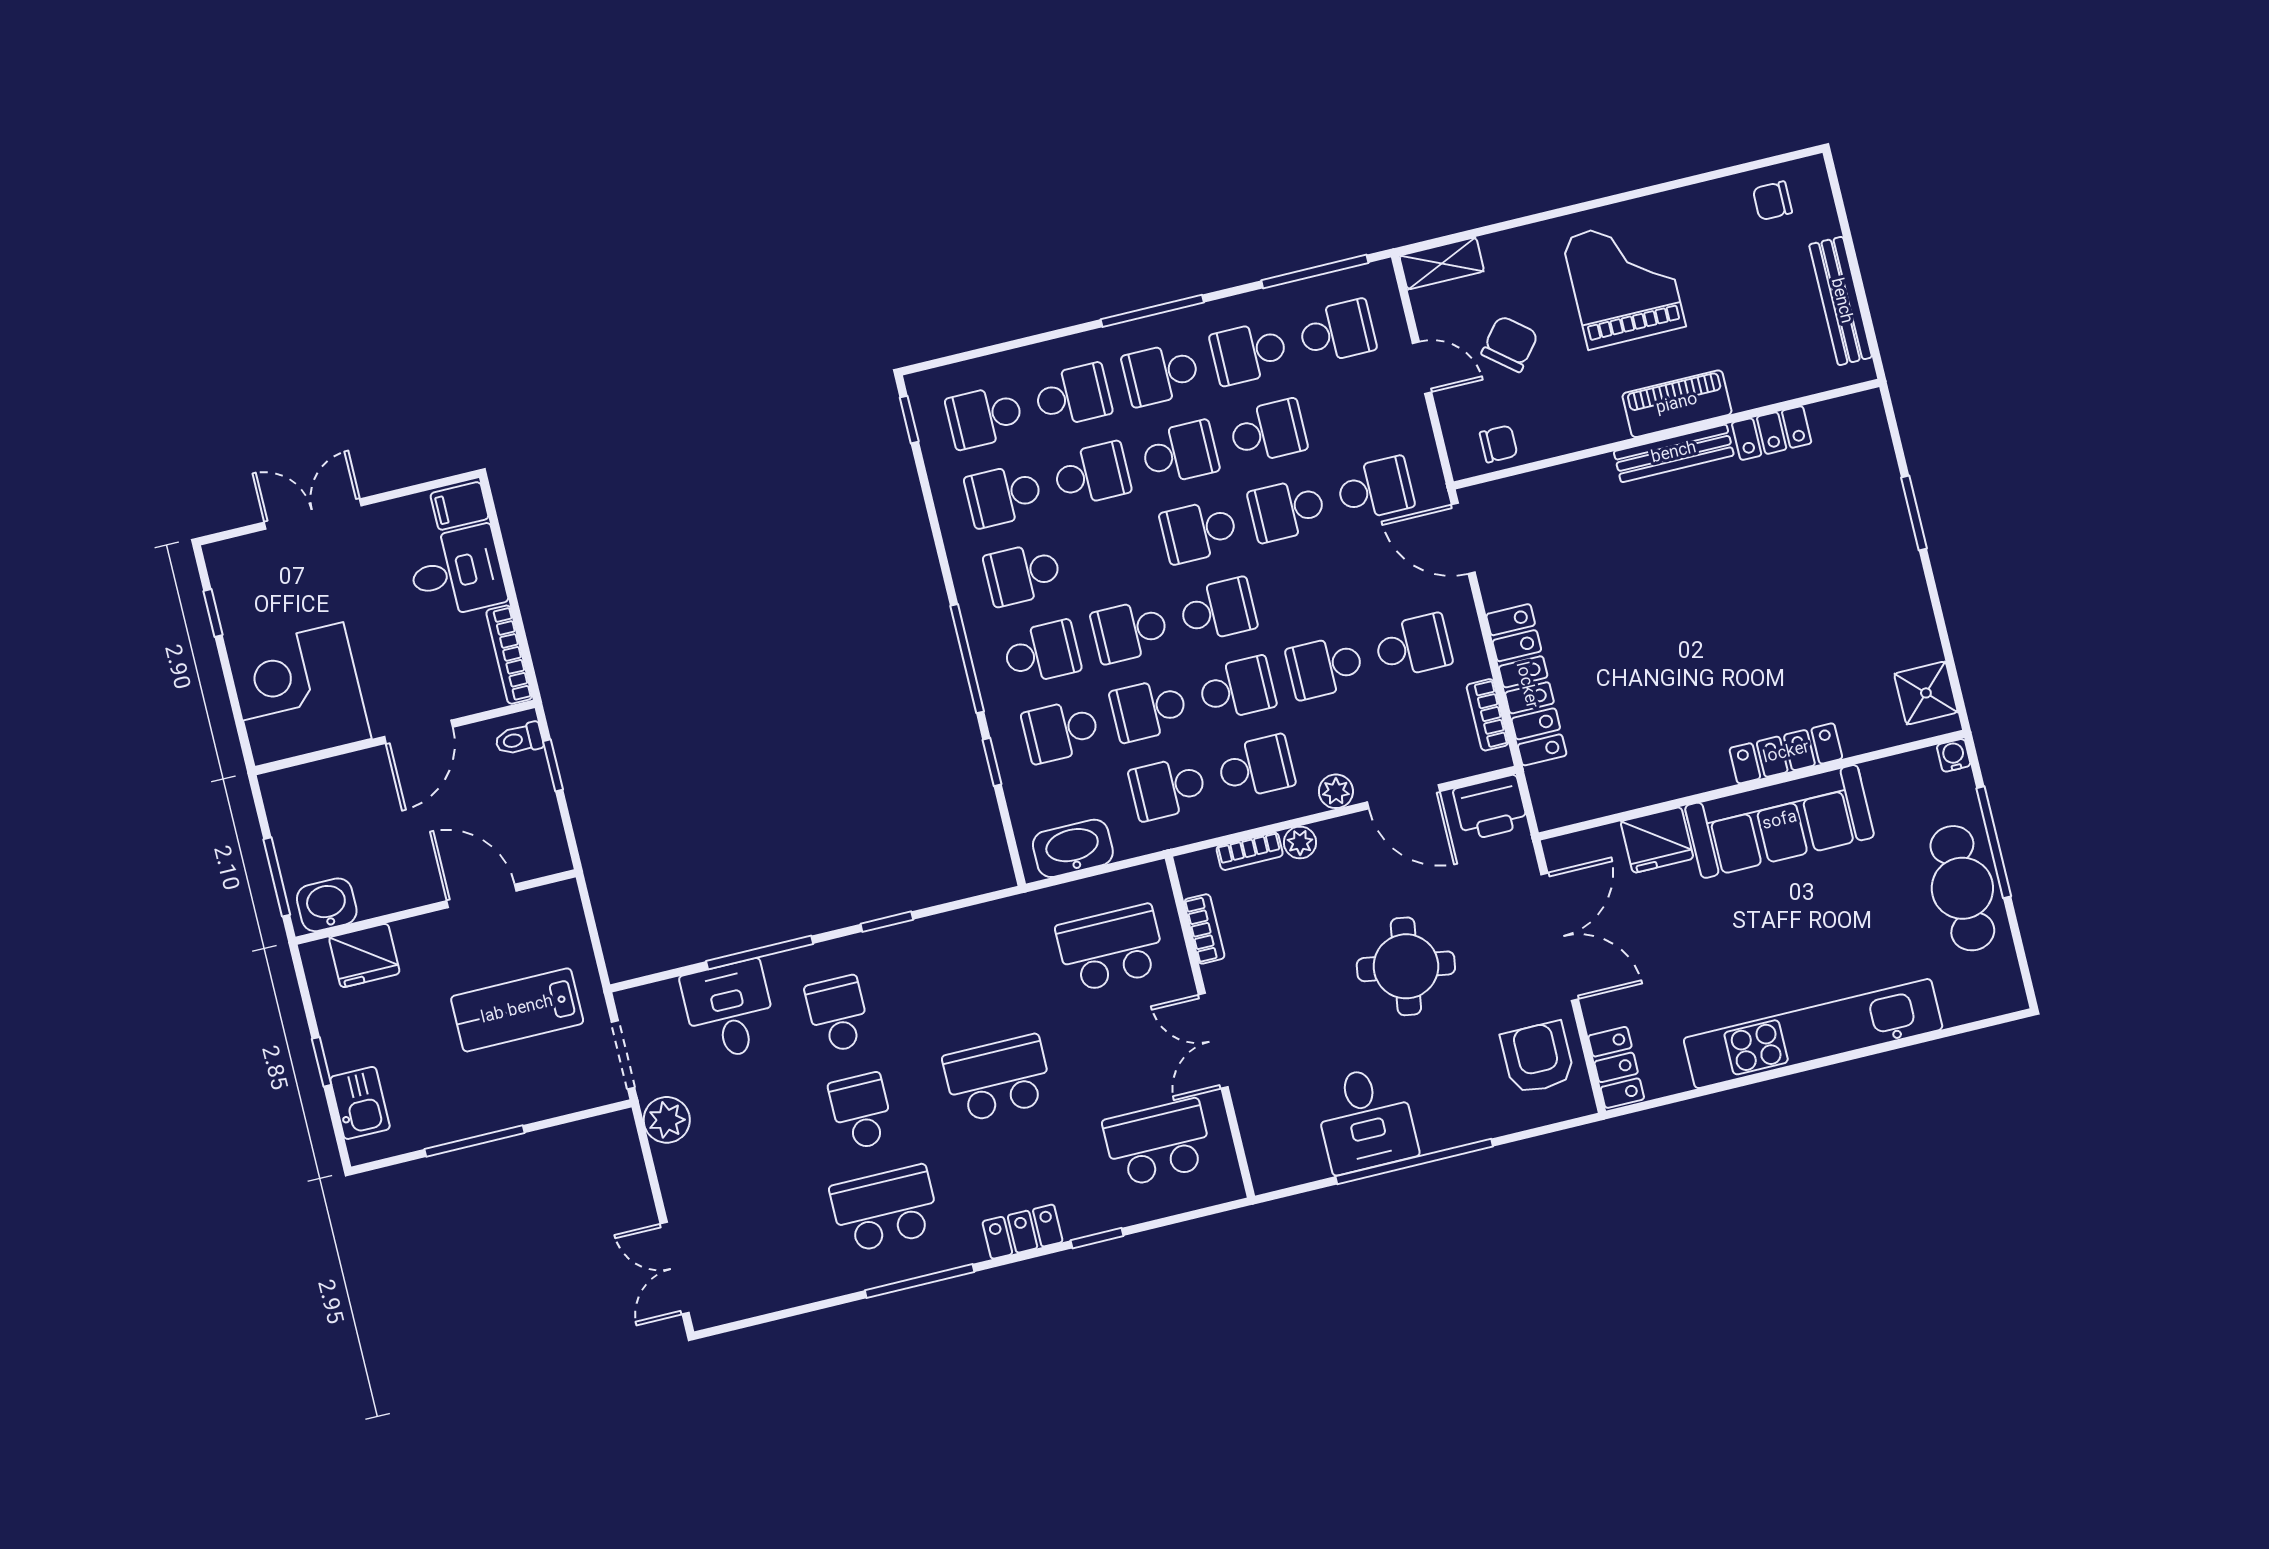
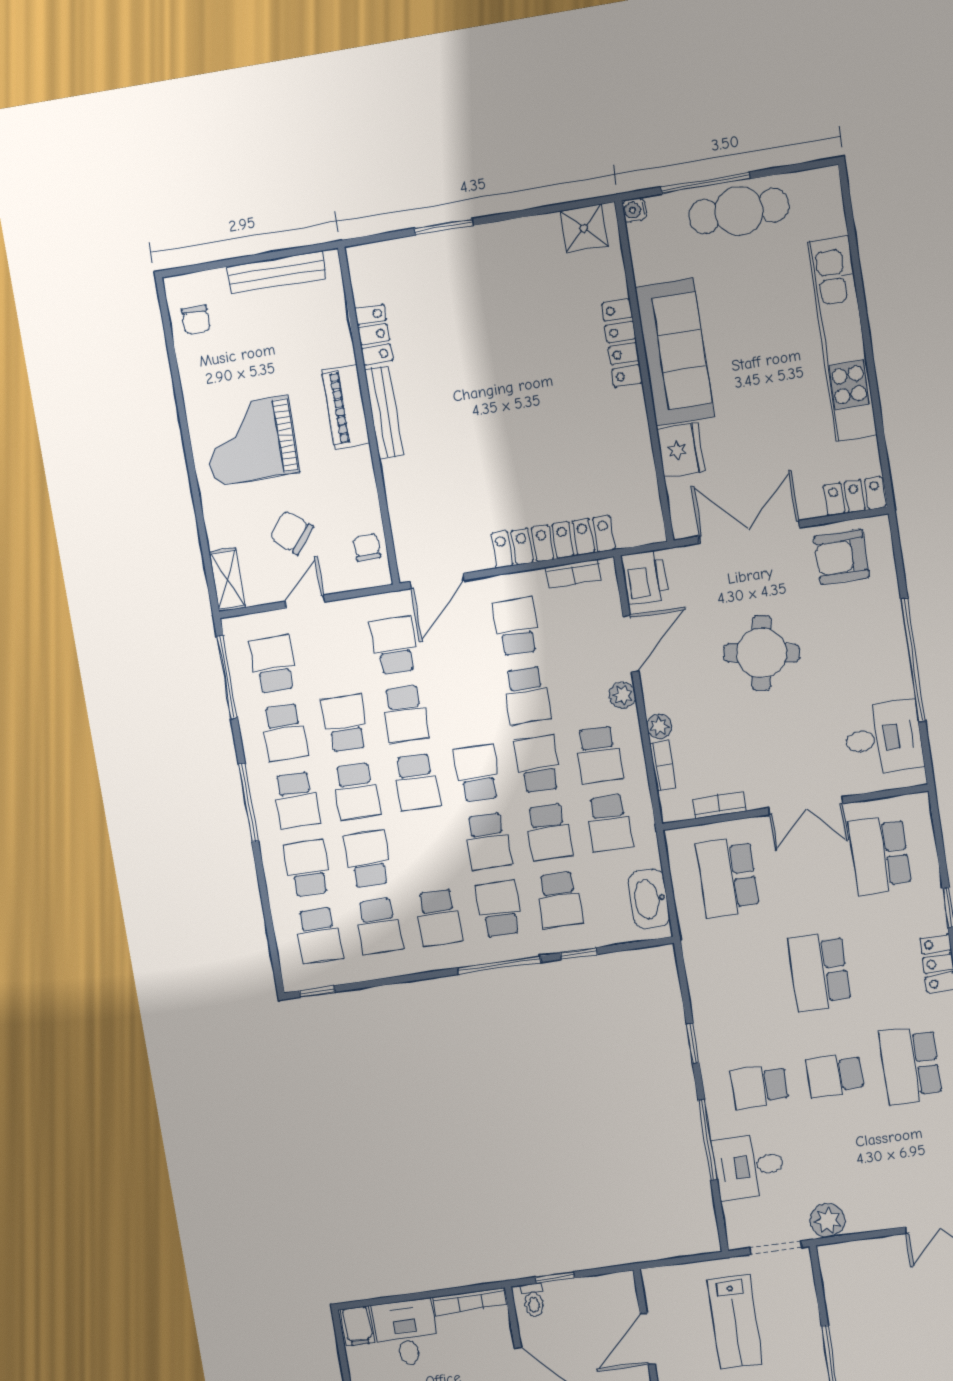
school desk: (1180, 453) -> (356, 791), turned 180
school desk: (1256, 767) -> (599, 755), turned 180
desk: (1366, 1119) -> (883, 738), moved

